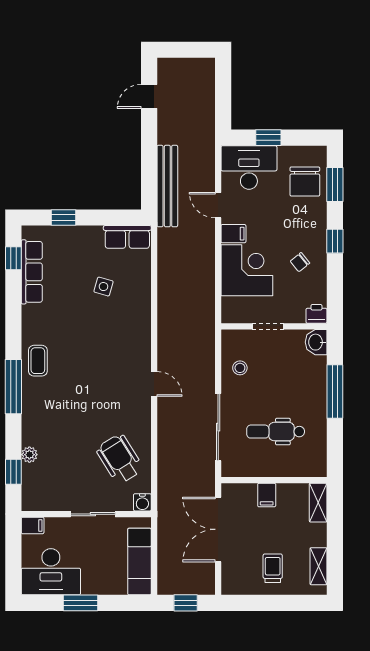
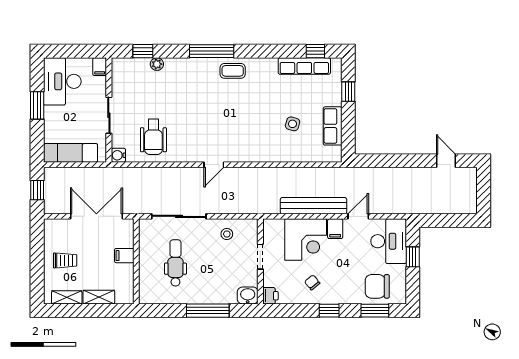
bench: (167, 186) -> (314, 206), moved
row of seats: (127, 237) -> (333, 126), moved
wheelchair: (120, 459) -> (153, 137), turned 122
shelving: (318, 503) -> (99, 297), moved

